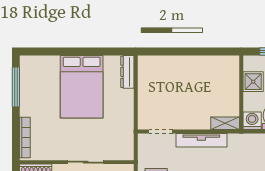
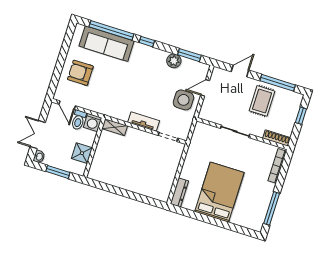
tv unit: (201, 140) -> (144, 122), width x0.71

